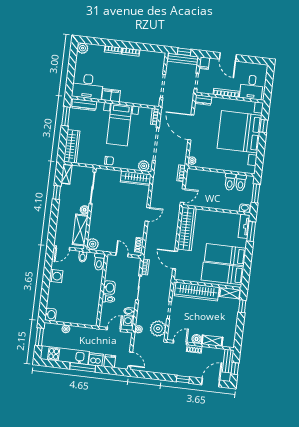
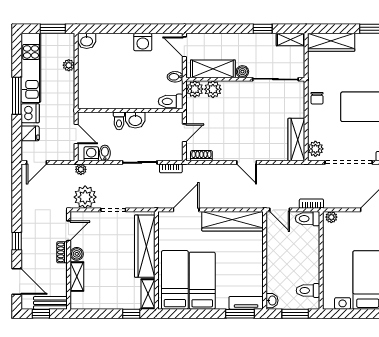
toilet: (230, 182) -> (307, 219), moved
plant: (94, 232) -> (213, 89), added
door: (180, 343) -> (69, 231), hinge flipped

